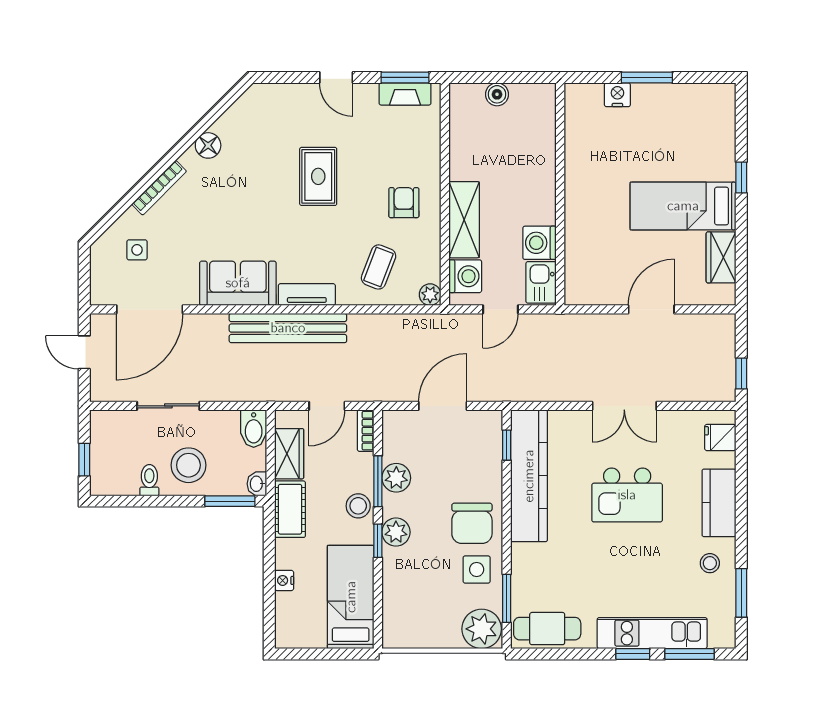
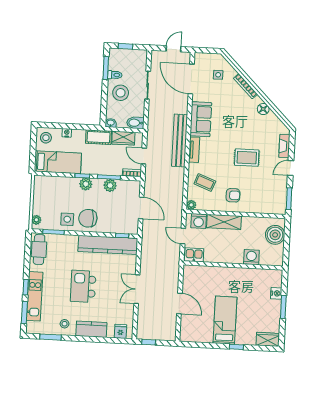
fireplace: (405, 94) -> (284, 146), moved
boiler: (497, 94) -> (275, 235), width x1.86, depth x1.86
washing machine: (540, 243) -> (251, 257), moved
wardrobe: (721, 257) -> (268, 339), moved
kitchen island: (627, 495) -> (83, 286), moved
window: (230, 501) -> (106, 68), moved
stool: (358, 506) -> (46, 138), moved
plant: (482, 629) -> (36, 220), width x0.53, depth x0.53

